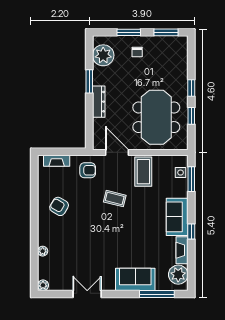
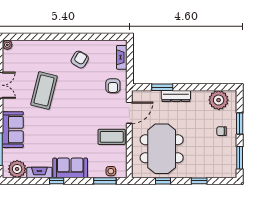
window: (89, 81) -> (162, 87), moved
window: (191, 88) -> (199, 181), moved
meeting table: (156, 117) -> (162, 149), turned 90
coffee table: (115, 199) -> (44, 90), moved, width x1.86, depth x1.72
plant: (43, 251) -> (39, 44), removed

